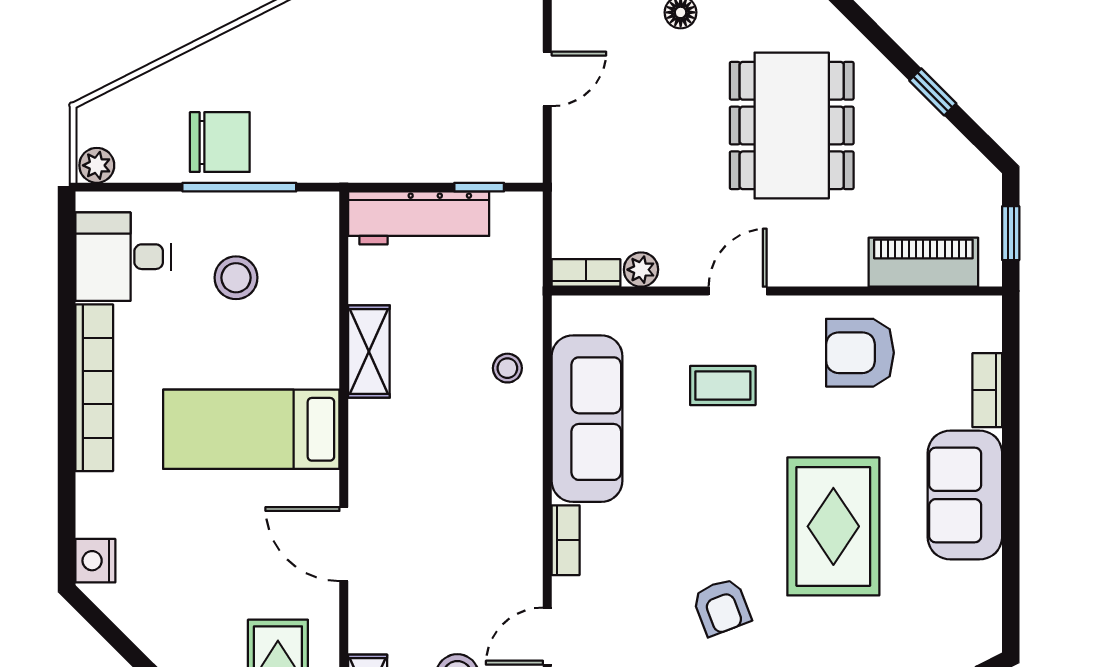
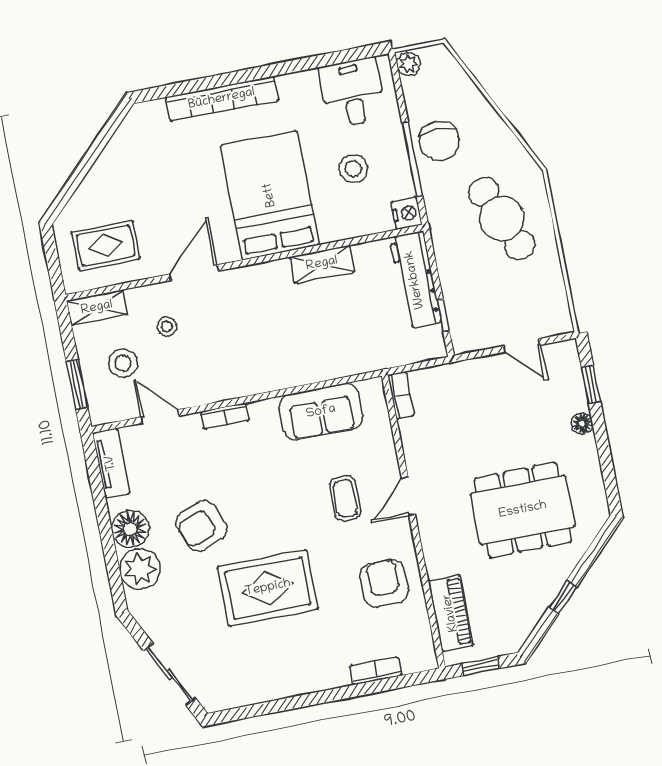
cafe table: (353, 72) -> (502, 219), added
plant: (641, 270) -> (410, 431), removed
door: (738, 291) -> (408, 496), swing flipped
stool: (507, 368) -> (167, 326), moved
bookcase: (94, 388) -> (222, 99), moved
sofa: (587, 419) -> (321, 412), width x0.73
bed: (251, 429) -> (270, 195), width x1.50
sofa: (965, 495) -> (305, 670), removed
nightstand: (95, 561) -> (407, 213), moved, turned 90
armchair: (722, 607) -> (201, 526), width x1.38, depth x1.38

